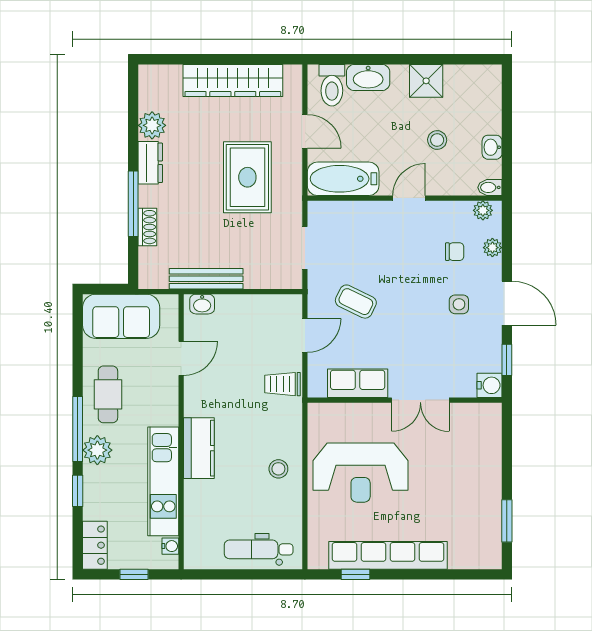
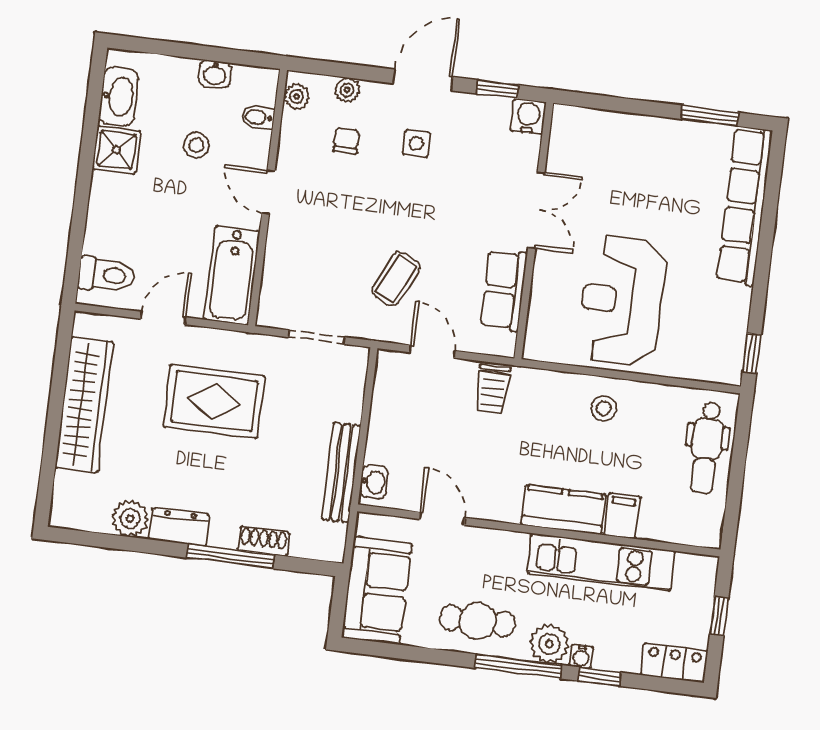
washbasin: (368, 77) -> (119, 97), moved
bidet: (490, 187) -> (258, 117), moved, turned 90
reception desk: (361, 473) -> (622, 301), turned 180
filing cabinet: (200, 493) -> (622, 516), added
water cooler: (170, 546) -> (581, 656), moved, turned 180
row of seats: (388, 555) -> (745, 206), moved
window: (355, 574) -> (752, 353), moved

